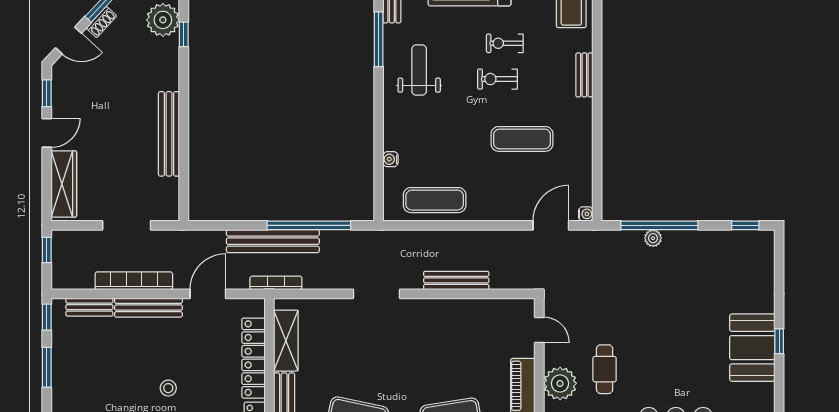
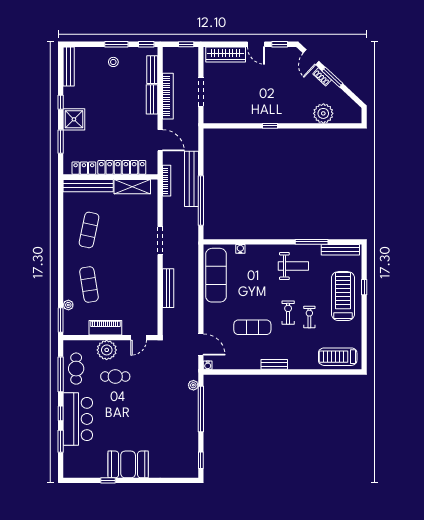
window: (184, 34) -> (270, 126), moved
bench: (584, 75) -> (274, 364), moved
bench: (169, 134) -> (255, 117), removed
exercise mat: (522, 139) -> (252, 327), turned 90
exercise mat: (435, 200) -> (216, 275), width x1.36, depth x1.45
plant: (653, 238) -> (193, 385), moved
bench: (148, 308) -> (152, 99), width x0.73
window: (779, 341) -> (108, 480), moved
stool: (168, 388) -> (113, 62), moved

